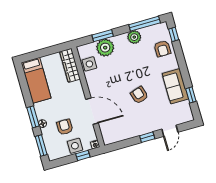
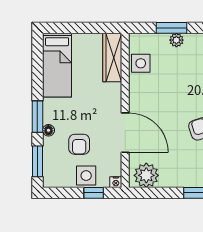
plant: (105, 48) -> (176, 40), width x0.53, depth x0.53
armchair: (65, 127) -> (79, 144), turned 180
plant: (113, 135) -> (146, 175), added

